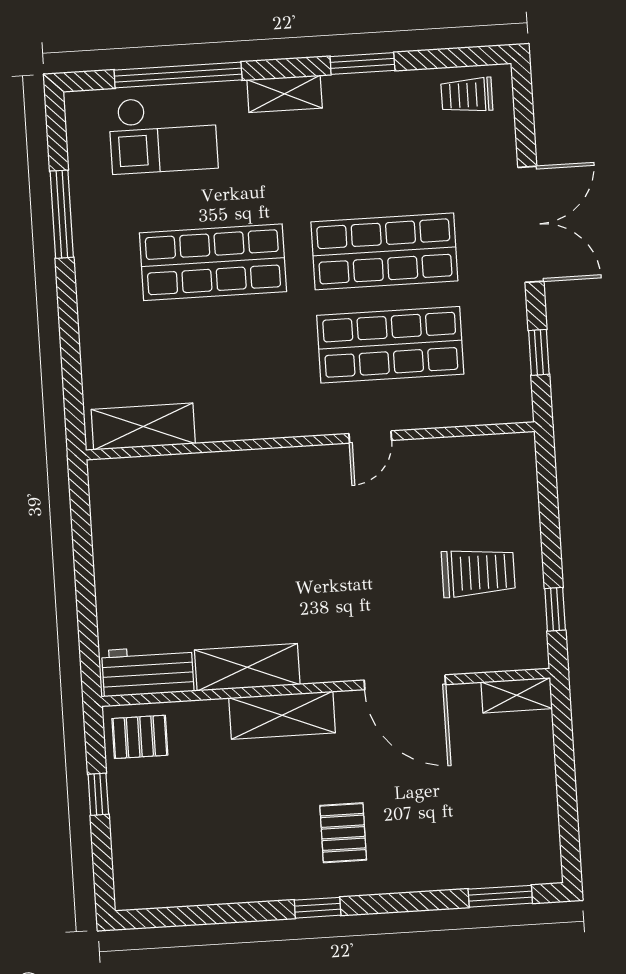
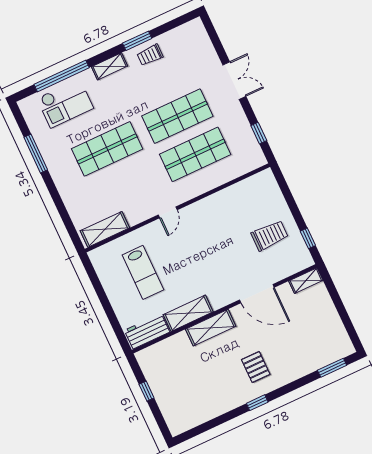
trolley: (467, 95) -> (150, 55), moved
double door: (531, 224) -> (234, 81), width x0.73
door: (370, 437) -> (168, 212), moved
lab bench: (187, 546) -> (143, 272), added
pallet: (140, 737) -> (155, 360), removed

